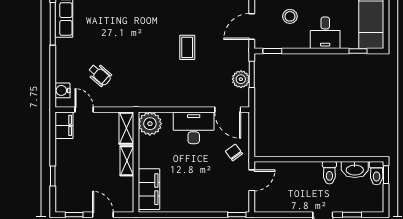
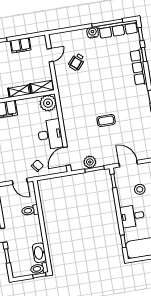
water cooler: (62, 90) -> (93, 32), moved
filing cabinet: (64, 125) -> (21, 45), moved
toilet: (329, 173) -> (30, 210), moved

